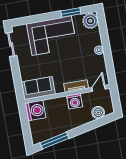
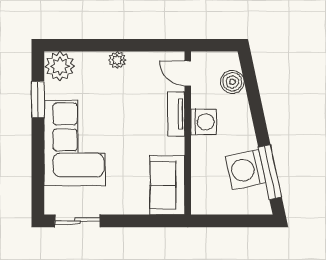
washing machine: (35, 110) -> (246, 170), moved, turned -102

